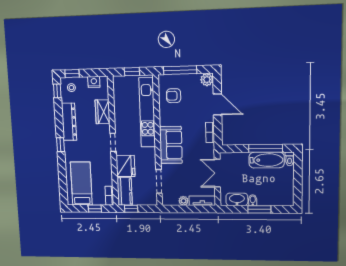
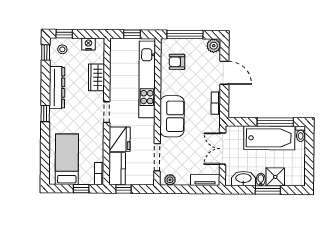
bathtub: (267, 160) -> (269, 138), width x1.36, depth x1.36
shower: (266, 198) -> (275, 177), added
plant: (184, 201) -> (170, 180), moved

